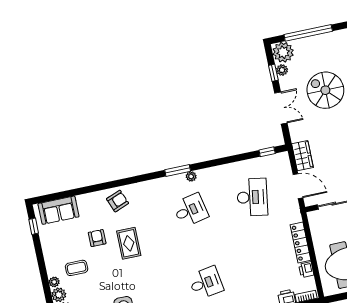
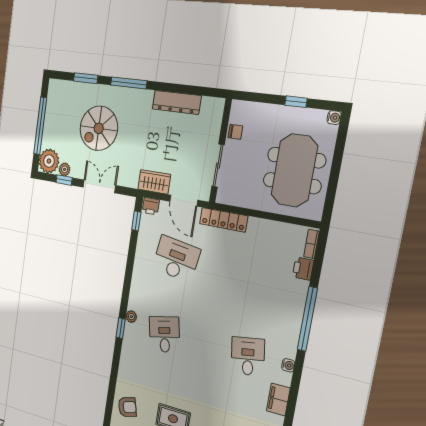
window: (178, 171) -> (121, 328), width x0.67
door: (298, 186) -> (184, 201), swing flipped
armchair: (118, 201) -> (127, 407), turned 96
locker: (300, 243) -> (224, 220), moved
printer: (306, 270) -> (151, 206), moved

